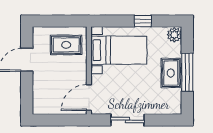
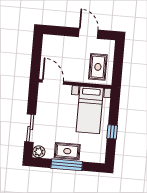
plant: (174, 35) -> (39, 152), moved
sliding door: (128, 120) -> (30, 128), moved

